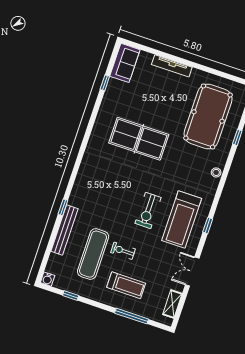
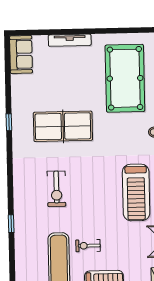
window: (105, 83) -> (9, 122), moved
exercise bike: (148, 210) -> (56, 189), moved
bench: (64, 230) -> (21, 246), removed

